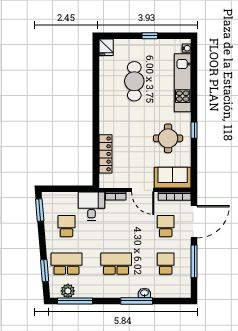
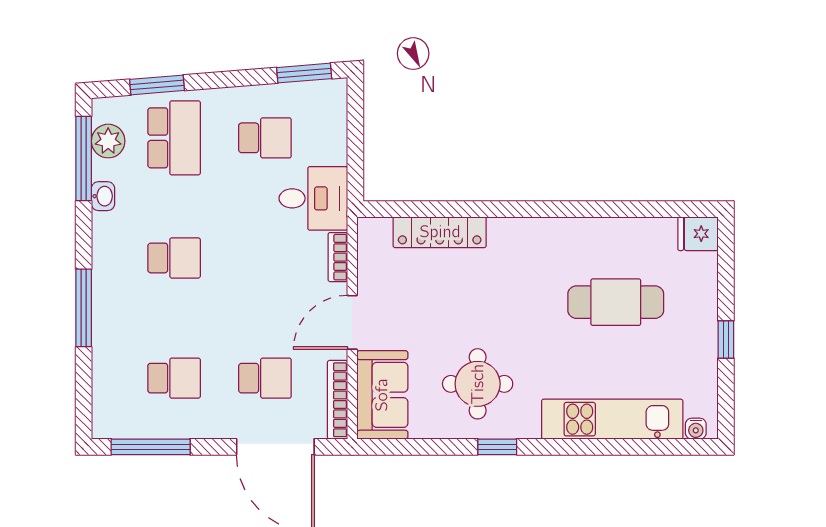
window: (194, 261) -> (151, 447), moved
school desk: (116, 264) -> (174, 258), width x0.54
washbasin: (144, 293) -> (103, 196), moved

